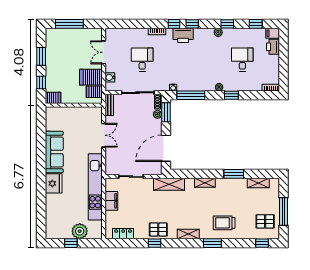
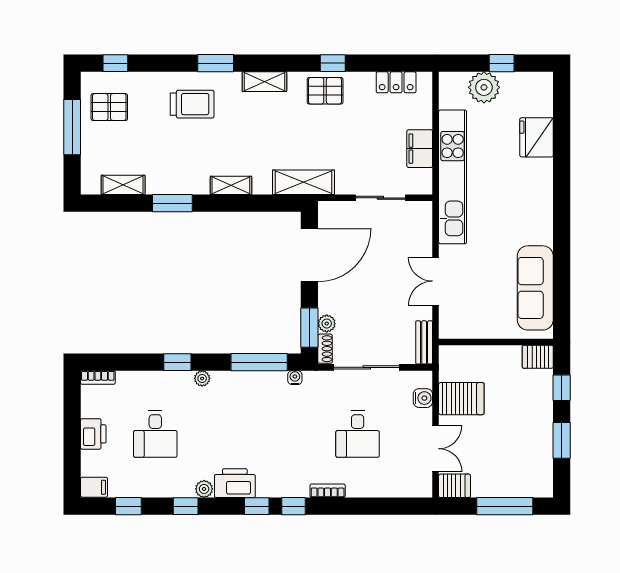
printer: (183, 35) -> (235, 483), moved
printer: (273, 47) -> (93, 434), moved
server rack: (94, 92) -> (455, 486), moved
sofa: (54, 152) -> (535, 288), moved
fridge: (54, 183) -> (537, 137), moved

